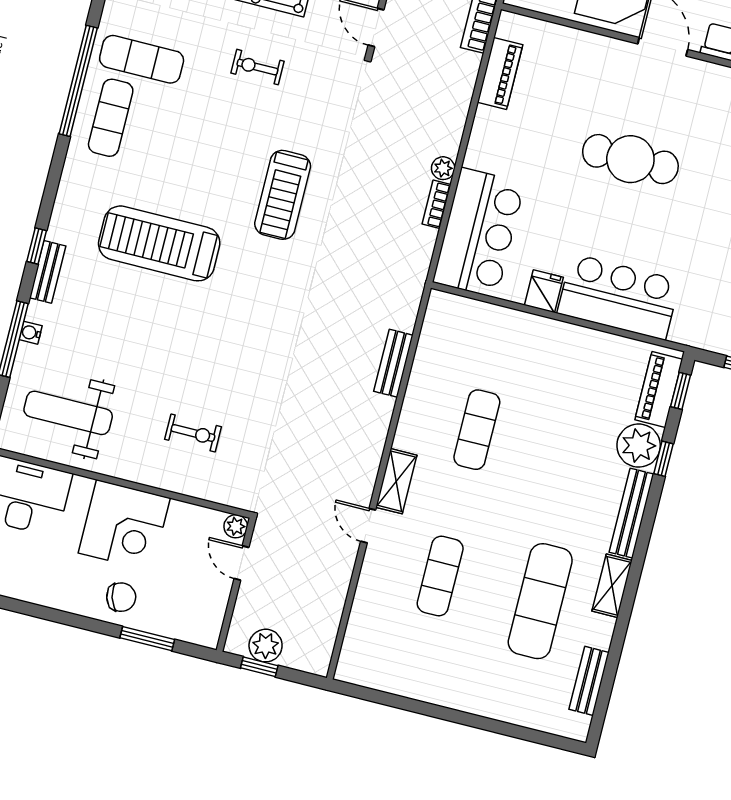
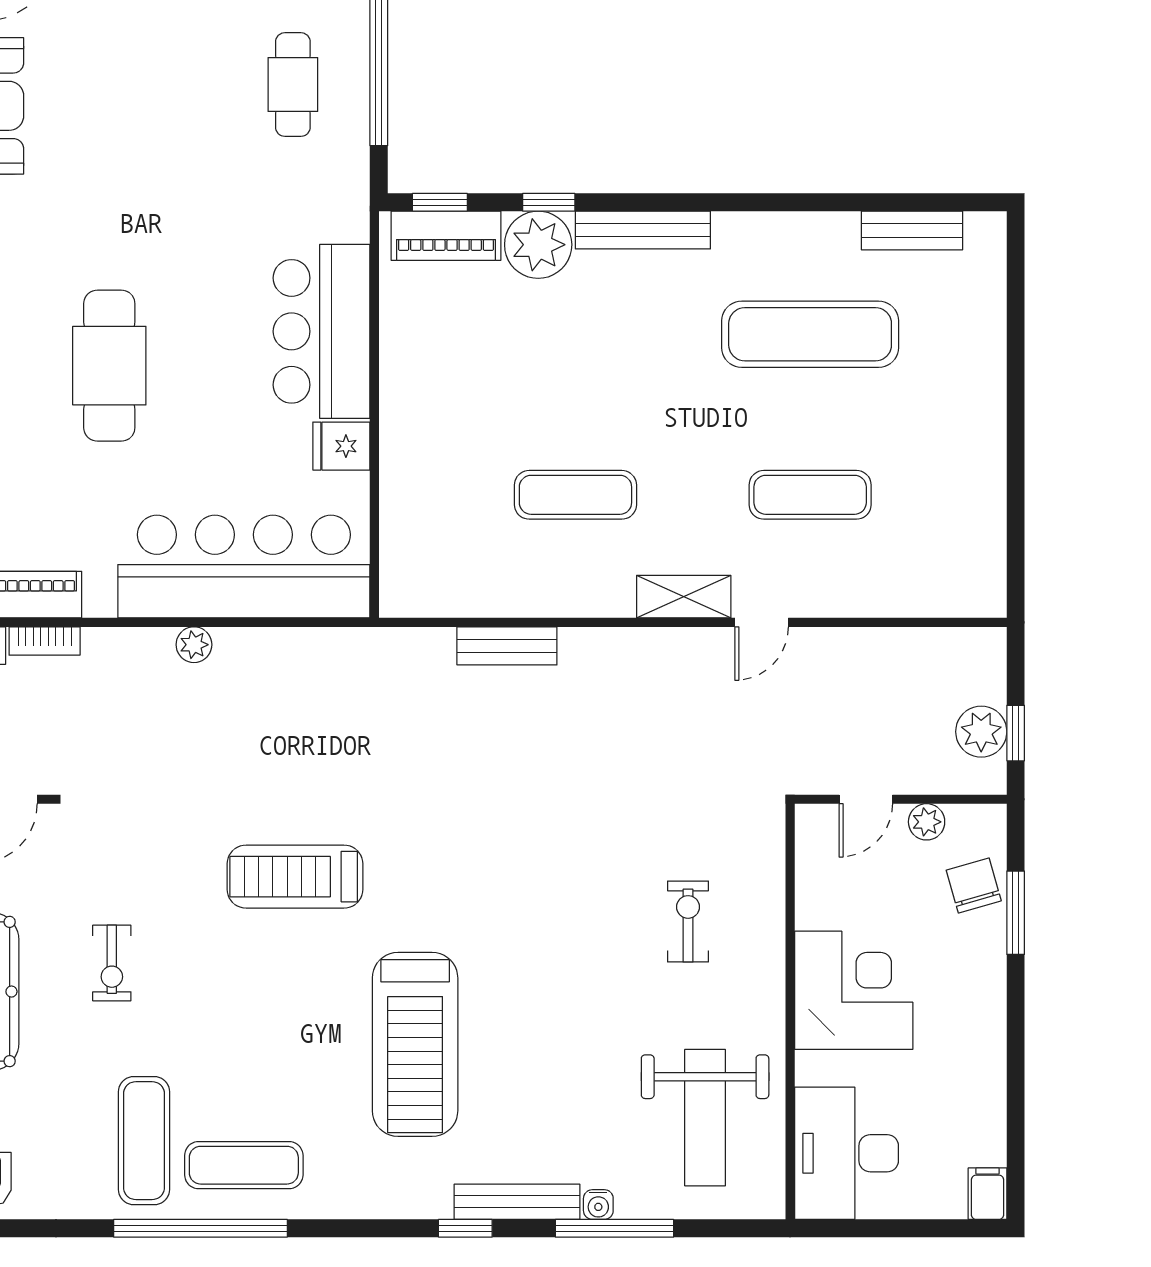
treadmill: (283, 195) -> (295, 877), turned 180
bookcase: (436, 204) -> (45, 641), moved
bar counter: (479, 233) -> (244, 567), width x1.36
bench: (48, 272) -> (517, 1202), width x1.36
plant: (236, 526) -> (927, 822), moved
shelving: (612, 586) -> (760, 232), removed
chair: (121, 597) -> (974, 886), moved

